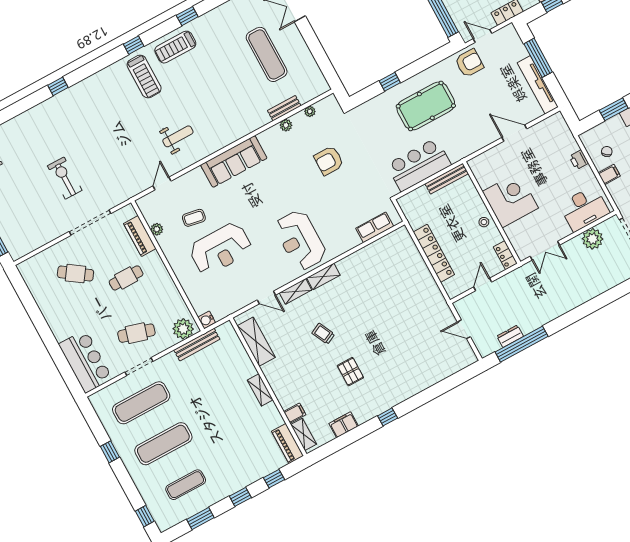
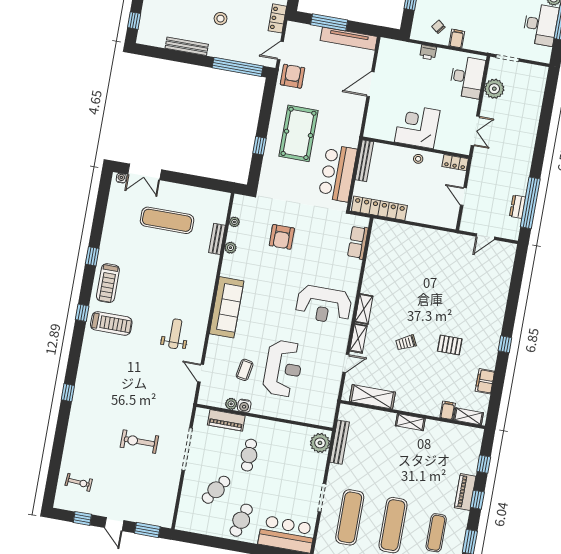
locker: (434, 253) -> (379, 208), moved
water cooler: (207, 320) -> (244, 406), moved
cafe table: (136, 333) -> (241, 520), moved
piano: (287, 444) -> (465, 492), moved, turned 90

